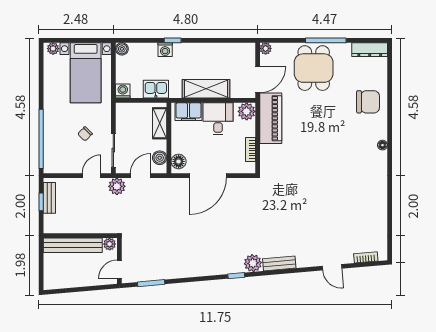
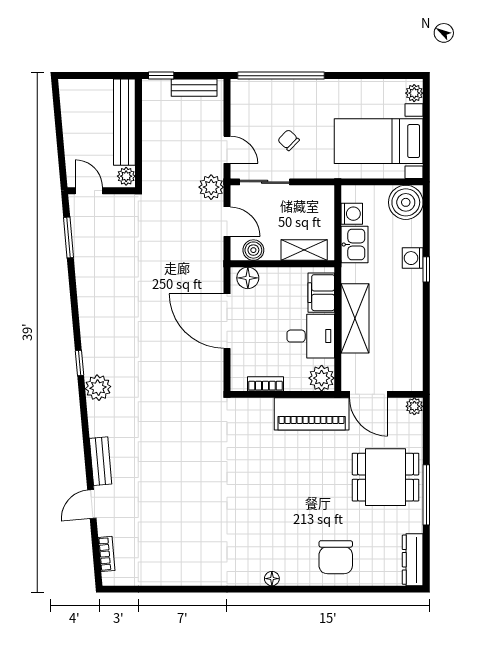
boiler: (122, 49) -> (406, 202), width x1.86, depth x1.86
washing machine: (123, 91) -> (352, 214), moved
window: (41, 202) -> (161, 76), moved
bench: (279, 263) -> (101, 461), moved

